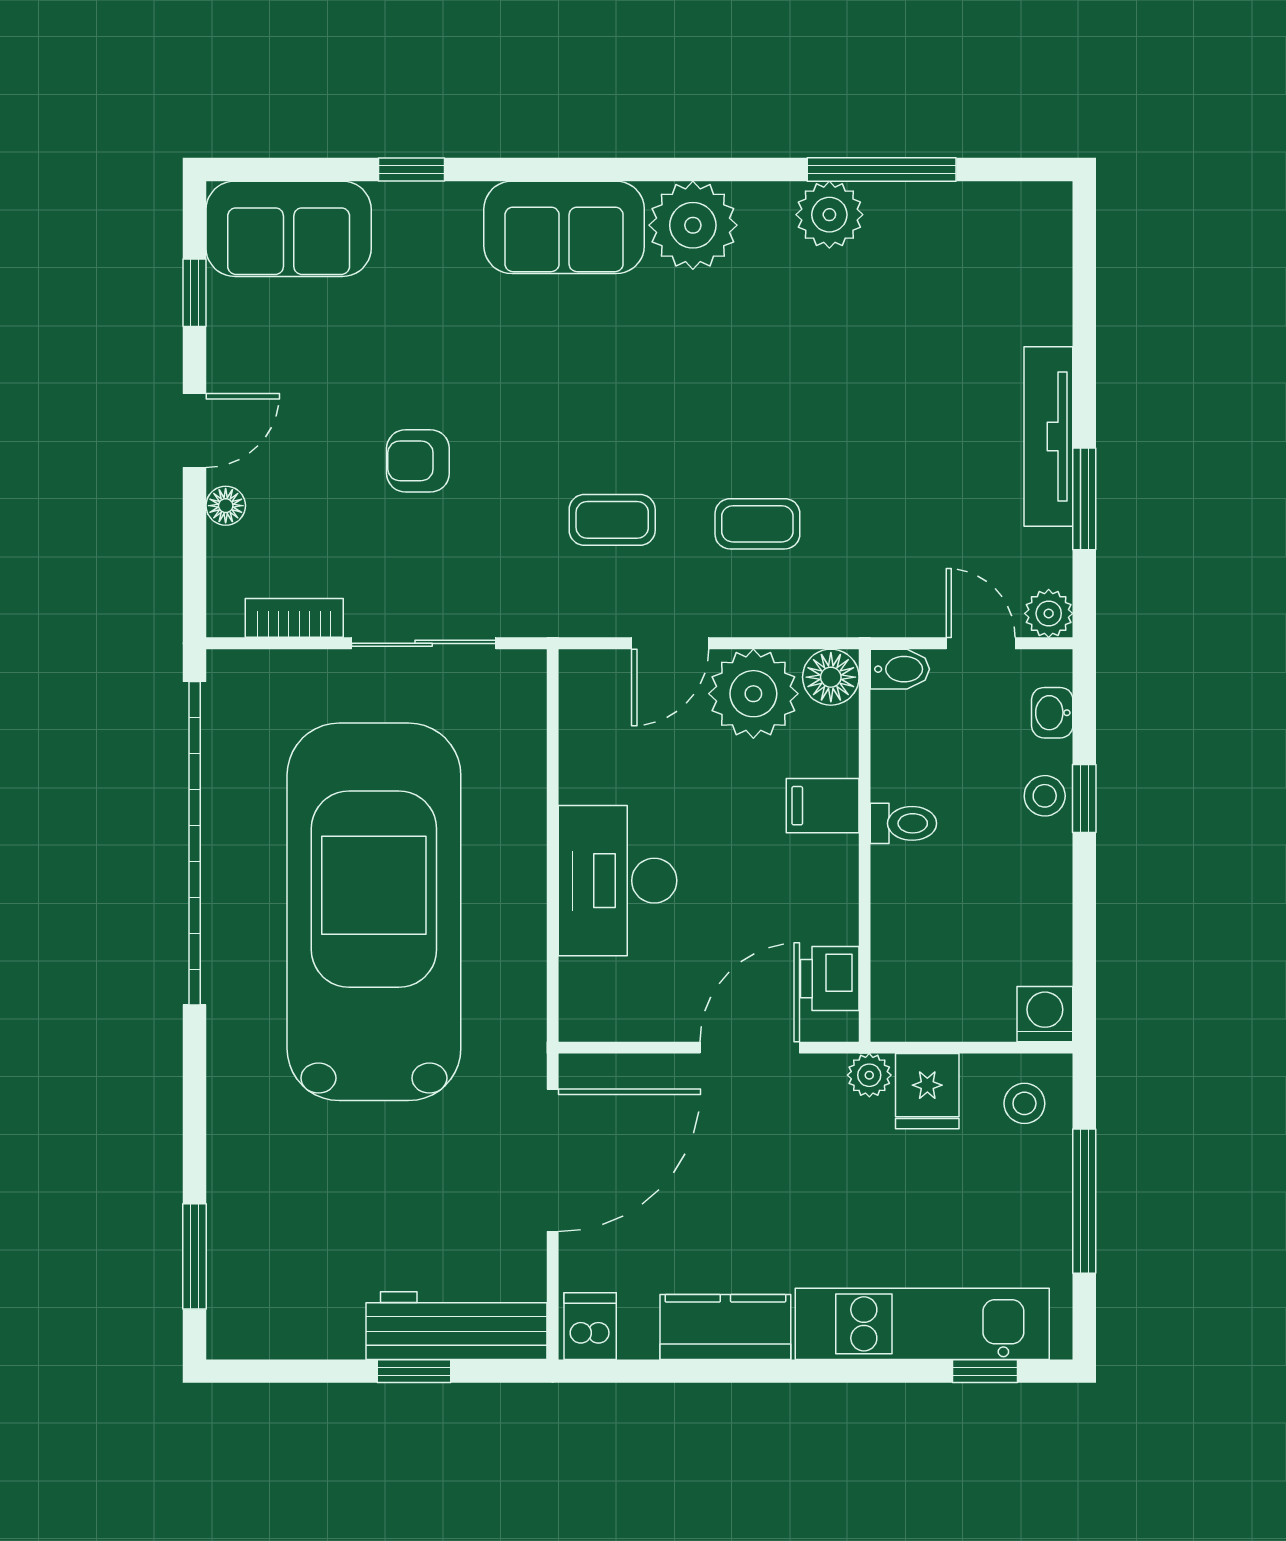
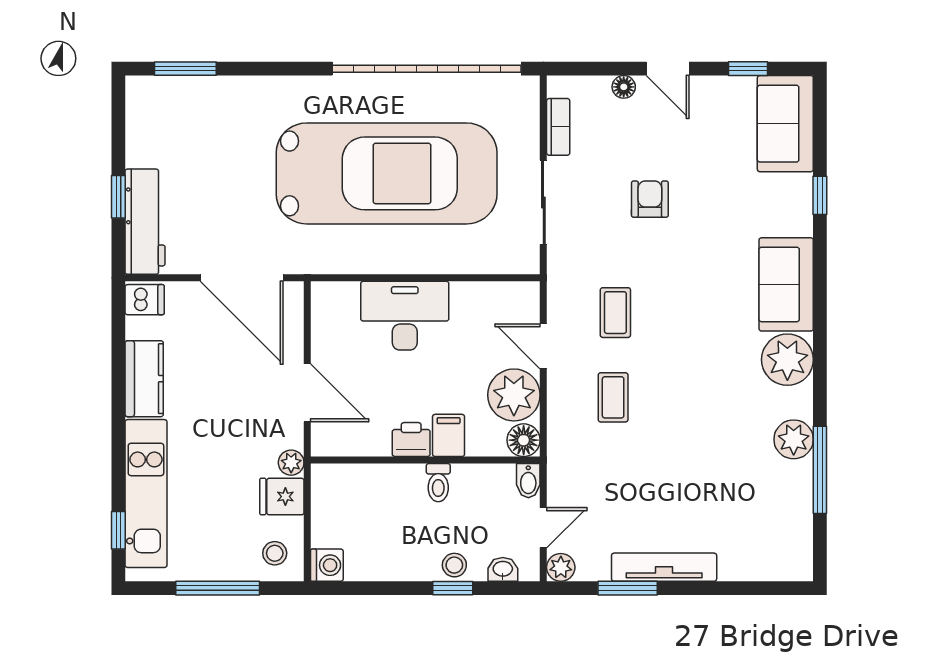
printer: (830, 979) -> (411, 440), moved

